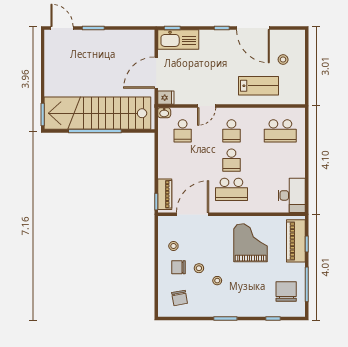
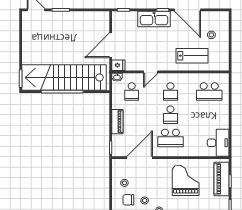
kitchen sink: (178, 39) -> (154, 19), moved
piano: (165, 194) -> (117, 122), moved

